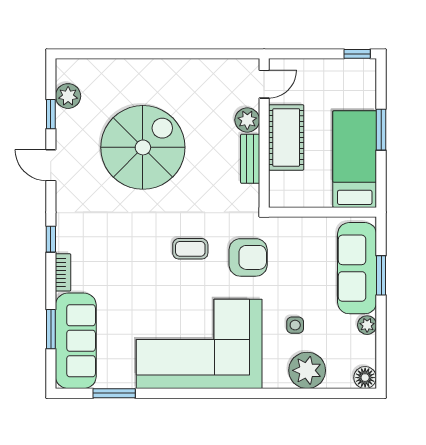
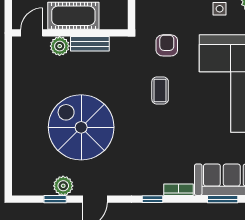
door: (264, 84) -> (32, 33), hinge flipped
plant: (68, 96) -> (63, 186), moved
armchair: (248, 257) -> (167, 45), width x0.72, depth x0.72

